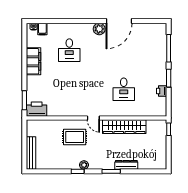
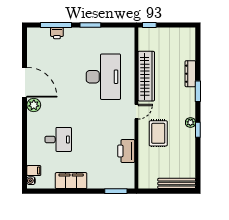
desk: (124, 89) -> (103, 77), width x1.87, depth x1.30
printer: (162, 91) -> (57, 33), moved
printer: (37, 109) -> (126, 151), moved

